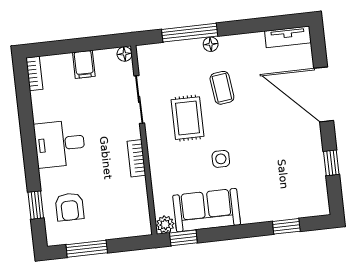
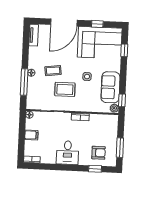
corner sofa: (294, 174) -> (100, 43), added

